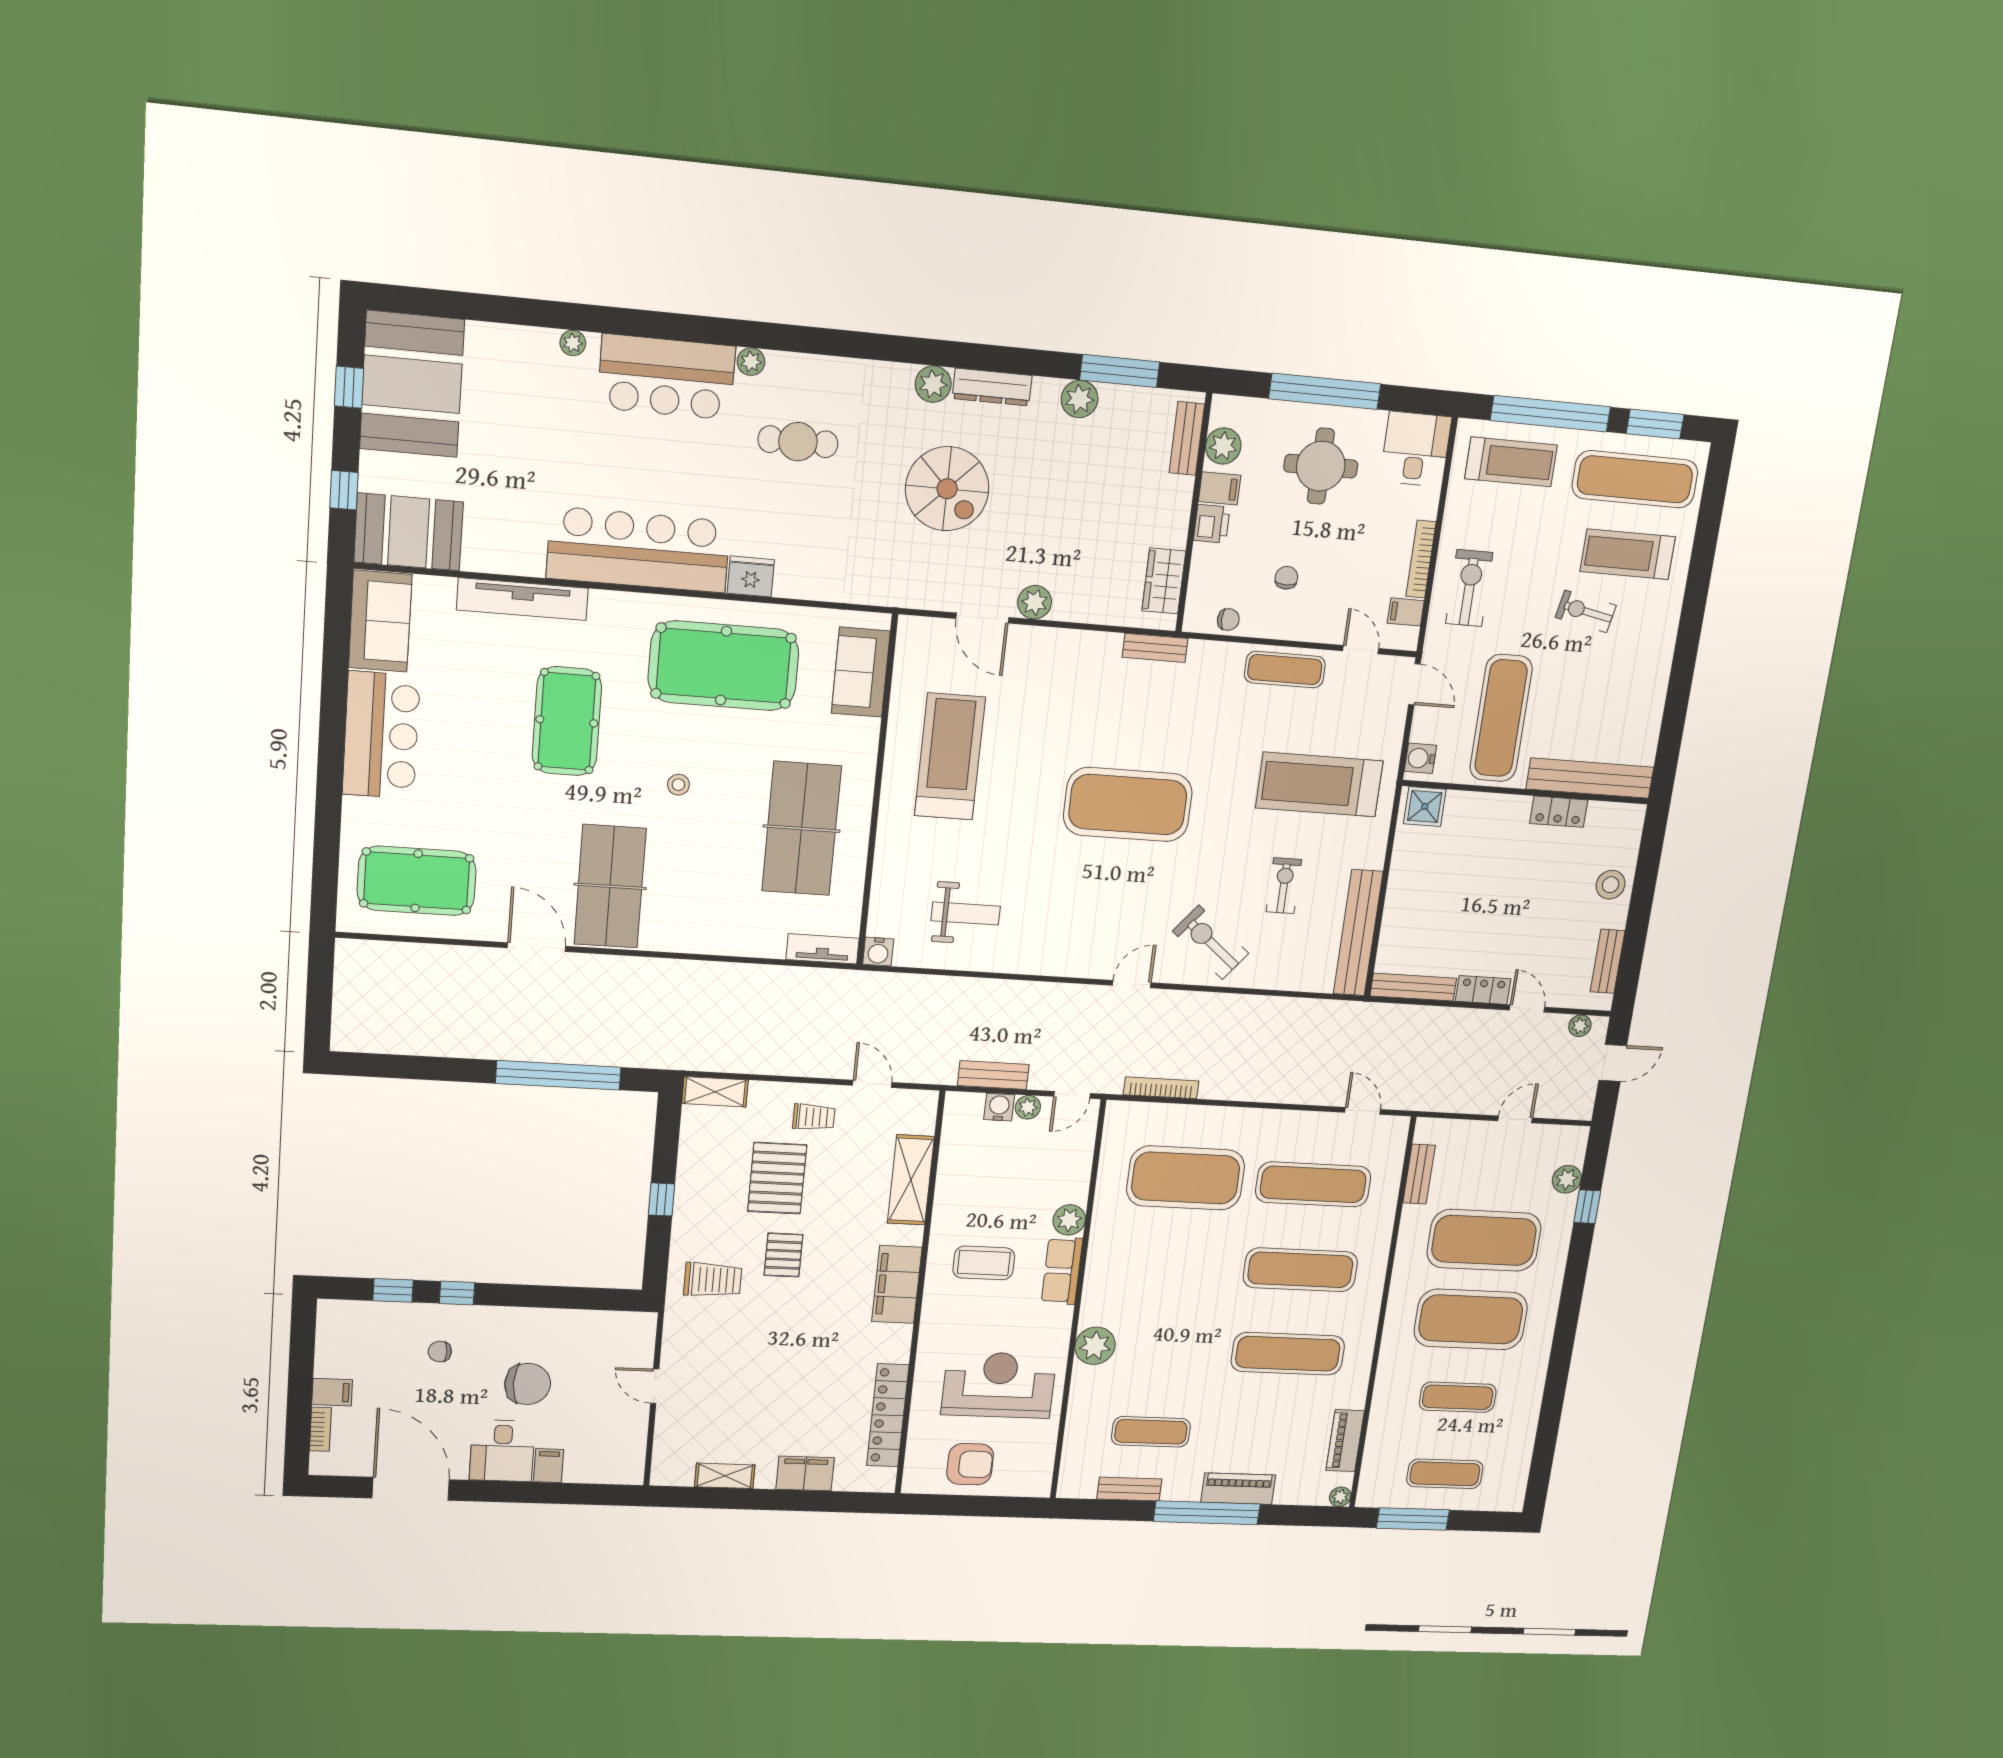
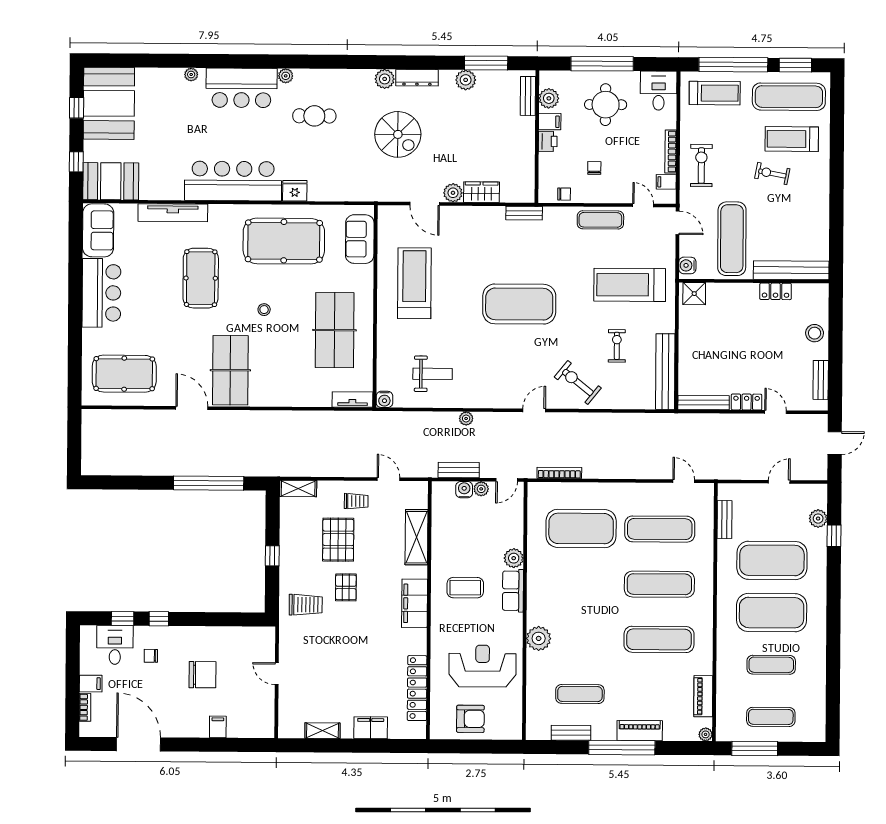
wardrobe: (1164, 581) -> (482, 192), moved, turned 90
plant: (1580, 1026) -> (466, 418), moved
desk: (502, 1451) -> (115, 645), moved, turned 180

